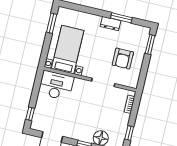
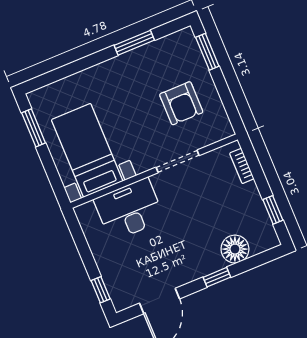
dresser: (110, 24) -> (124, 63), removed
desk: (56, 85) -> (129, 209), moved

